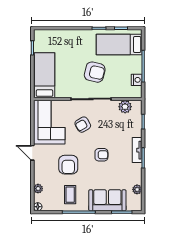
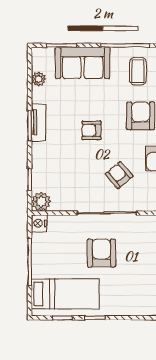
armchair: (95, 72) -> (101, 253), turned 77
nightstand: (137, 80) -> (39, 223), moved
plant: (125, 107) -> (41, 202), moved
armchair: (83, 125) -> (119, 175), turned -100
tv unit: (137, 150) -> (39, 122), moved

